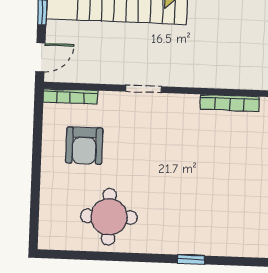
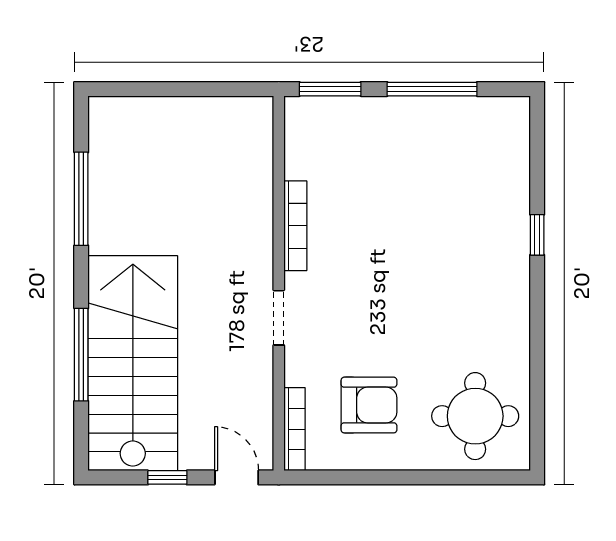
bookcase: (230, 103) -> (295, 226), moved
round table: (109, 217) -> (475, 416), moved

